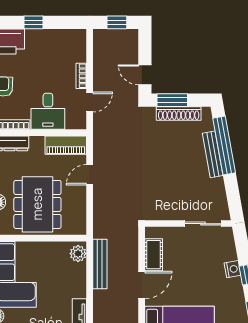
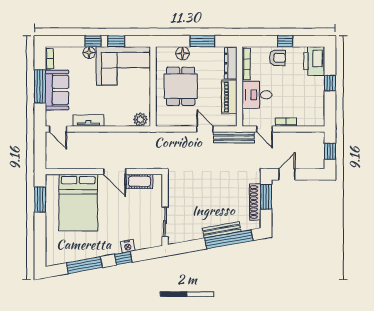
piano: (66, 145) -> (229, 97), moved
dining table: (37, 204) -> (181, 86), width x0.73
bench: (100, 264) -> (234, 137), moved

